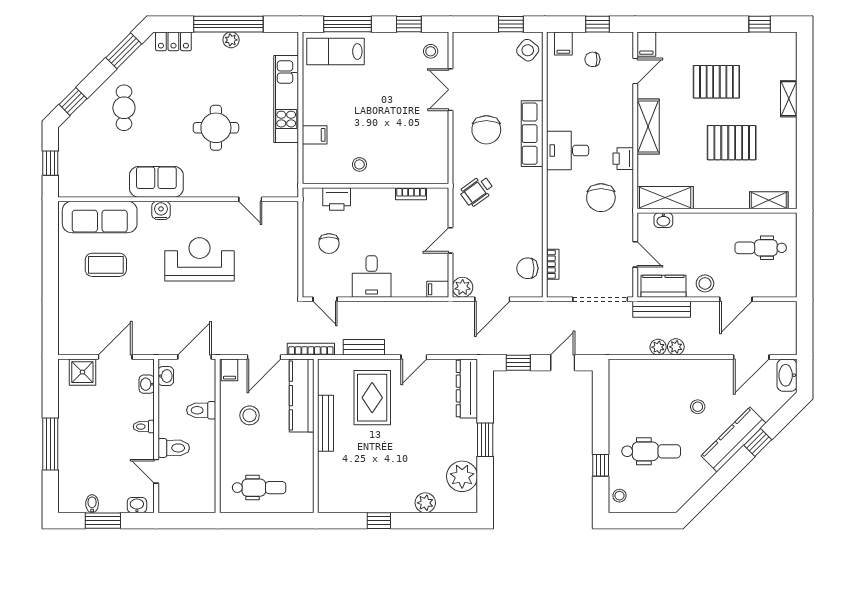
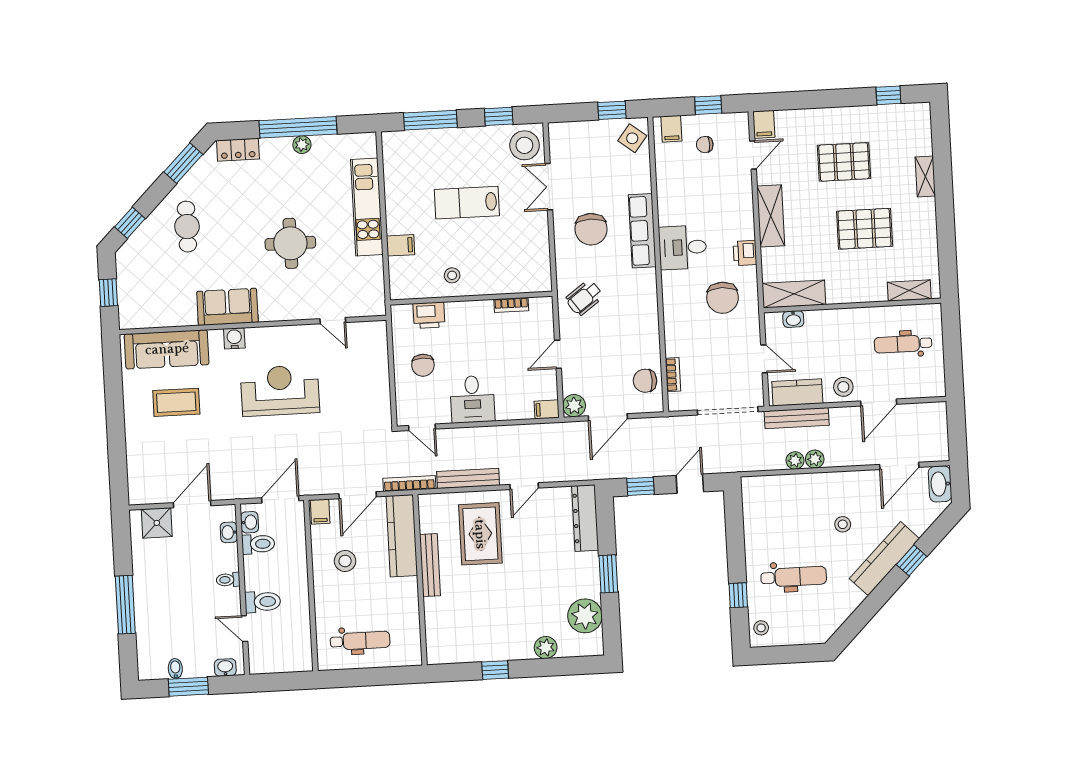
lab bench: (336, 51) -> (467, 203), moved
stool: (431, 51) -> (524, 145), width x1.89, depth x1.89
bench: (364, 347) -> (468, 478), width x1.36
toilet: (201, 410) -> (258, 544), moved, turned 180

